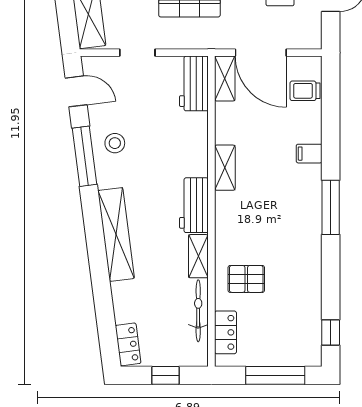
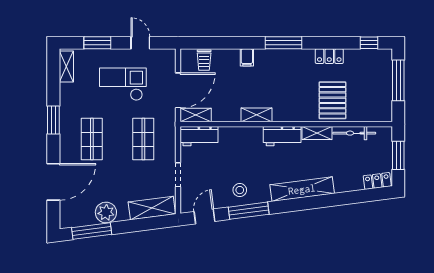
pallet: (246, 279) -> (332, 100), width x1.50, depth x1.42
locker: (225, 332) -> (329, 56), moved, turned 180
window: (166, 375) -> (398, 155), width x1.50

